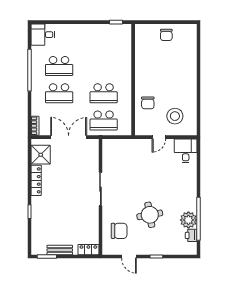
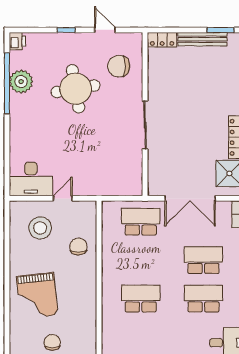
grand piano: (177, 68) -> (37, 296), added
school desk: (104, 93) -> (141, 299), moved
desk: (186, 151) -> (31, 179), width x1.37
round table: (150, 215) -> (76, 89), width x1.36, depth x1.36
printer: (191, 235) -> (17, 41), moved
bench: (60, 250) -> (202, 39), width x1.36

